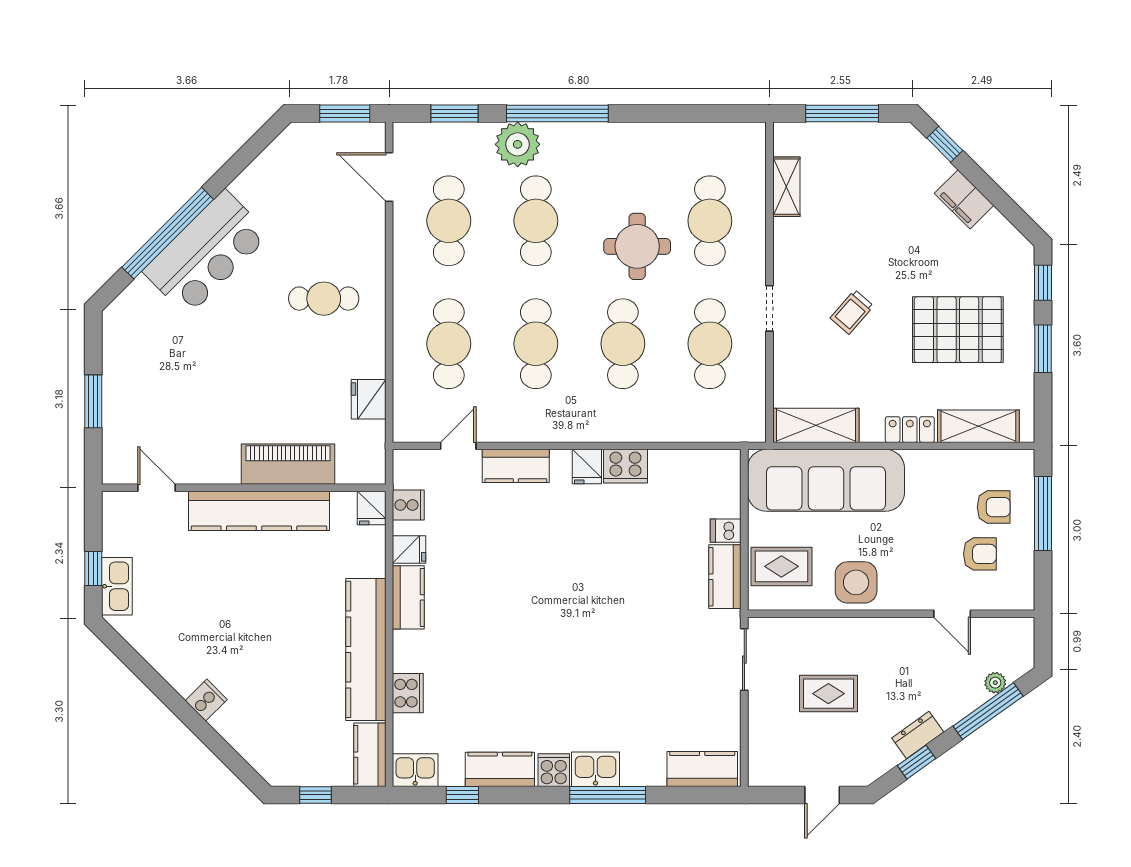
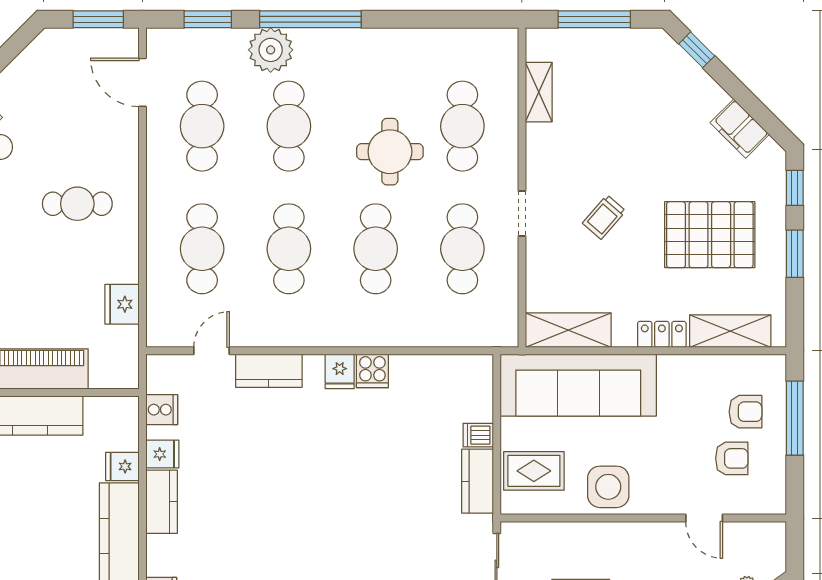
filing cabinet: (964, 199) -> (740, 129), moved
cooker: (625, 466) -> (372, 371), width x0.73
fridge: (372, 508) -> (122, 466), moved, turned 90

